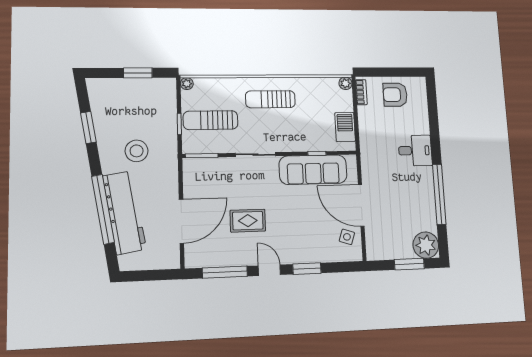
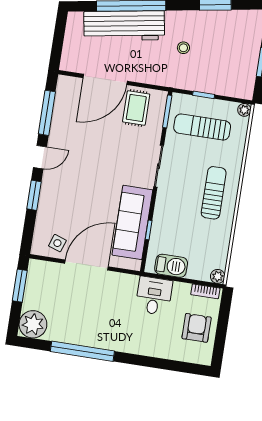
sun lounger: (211, 120) -> (202, 127), turned -90
stool: (137, 151) -> (183, 48), width x0.53, depth x0.53
desk: (415, 151) -> (154, 296), moved, turned 180
door: (181, 221) -> (105, 79), hinge flipped
rug: (248, 221) -> (136, 108), moved
window: (409, 264) -> (20, 286), moved

